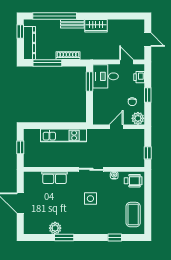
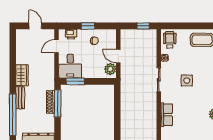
door: (148, 40) -> (35, 26), hinge flipped
window: (47, 63) -> (58, 104), moved
plant: (138, 118) -> (110, 69), moved
kitchen unit: (64, 135) -> (127, 106), removed

